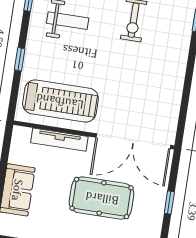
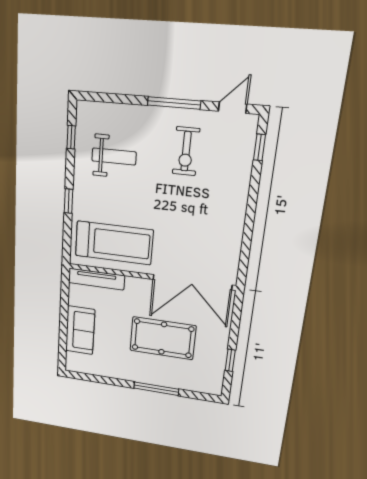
tv unit: (59, 140) -> (96, 279), moved
window: (169, 203) -> (230, 360), moved

